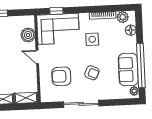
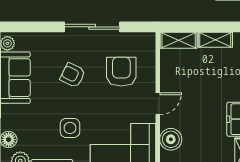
door: (37, 57) -> (158, 104), hinge flipped
armchair: (61, 76) -> (121, 72), turned -90

